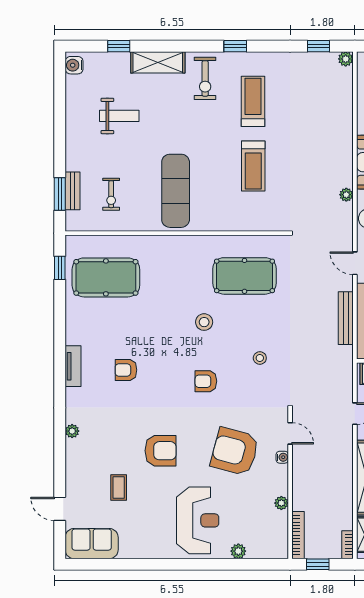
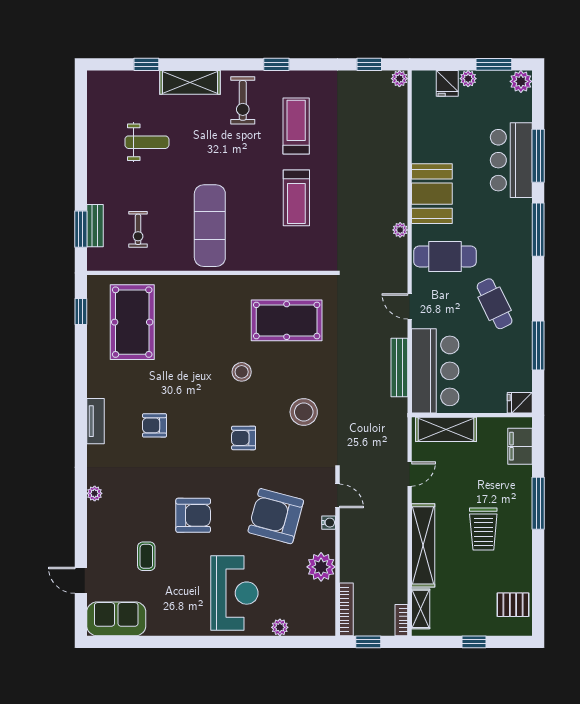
water cooler: (74, 65) -> (97, 86), removed
pool table: (106, 277) -> (132, 322), turned 90
stool: (260, 358) -> (304, 412), width x1.89, depth x1.89
plant: (281, 503) -> (321, 567), width x1.87, depth x1.87

